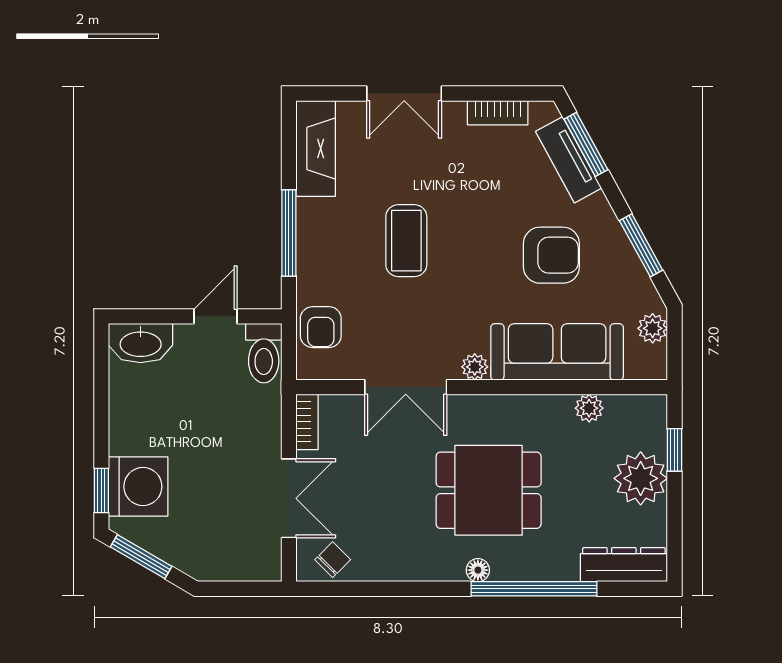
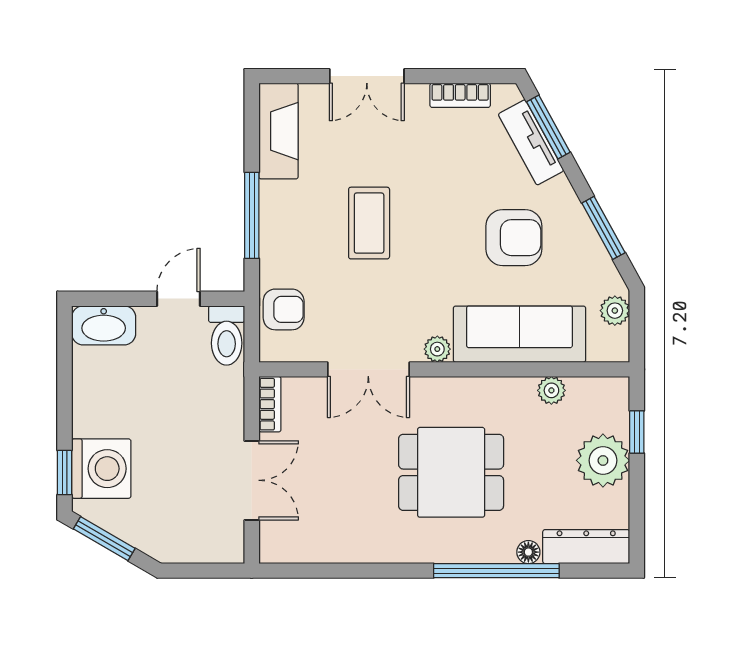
armchair: (321, 327) -> (284, 309), turned -90
chair: (333, 560) -> (295, 542), removed
floor lamp: (478, 570) -> (528, 552), moved

